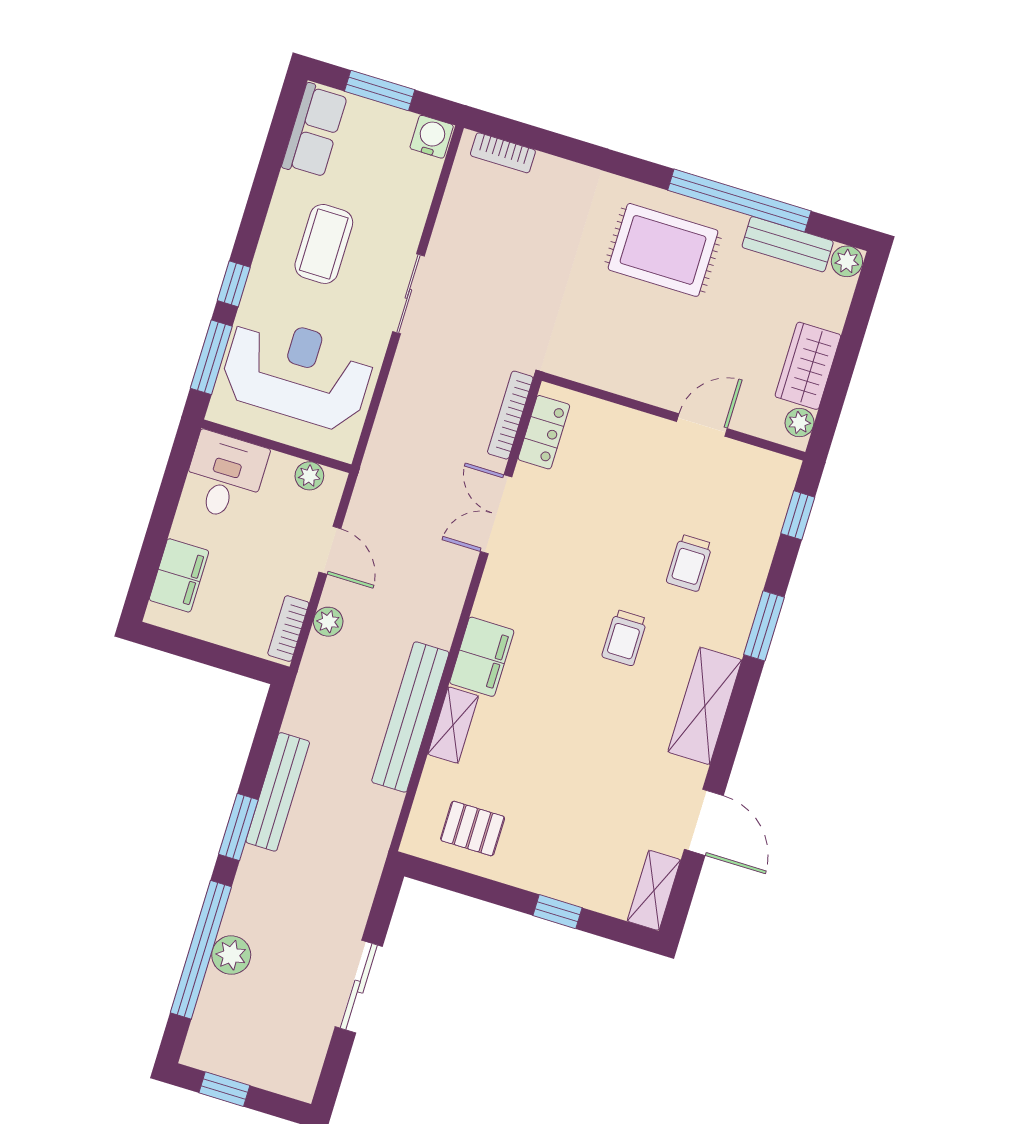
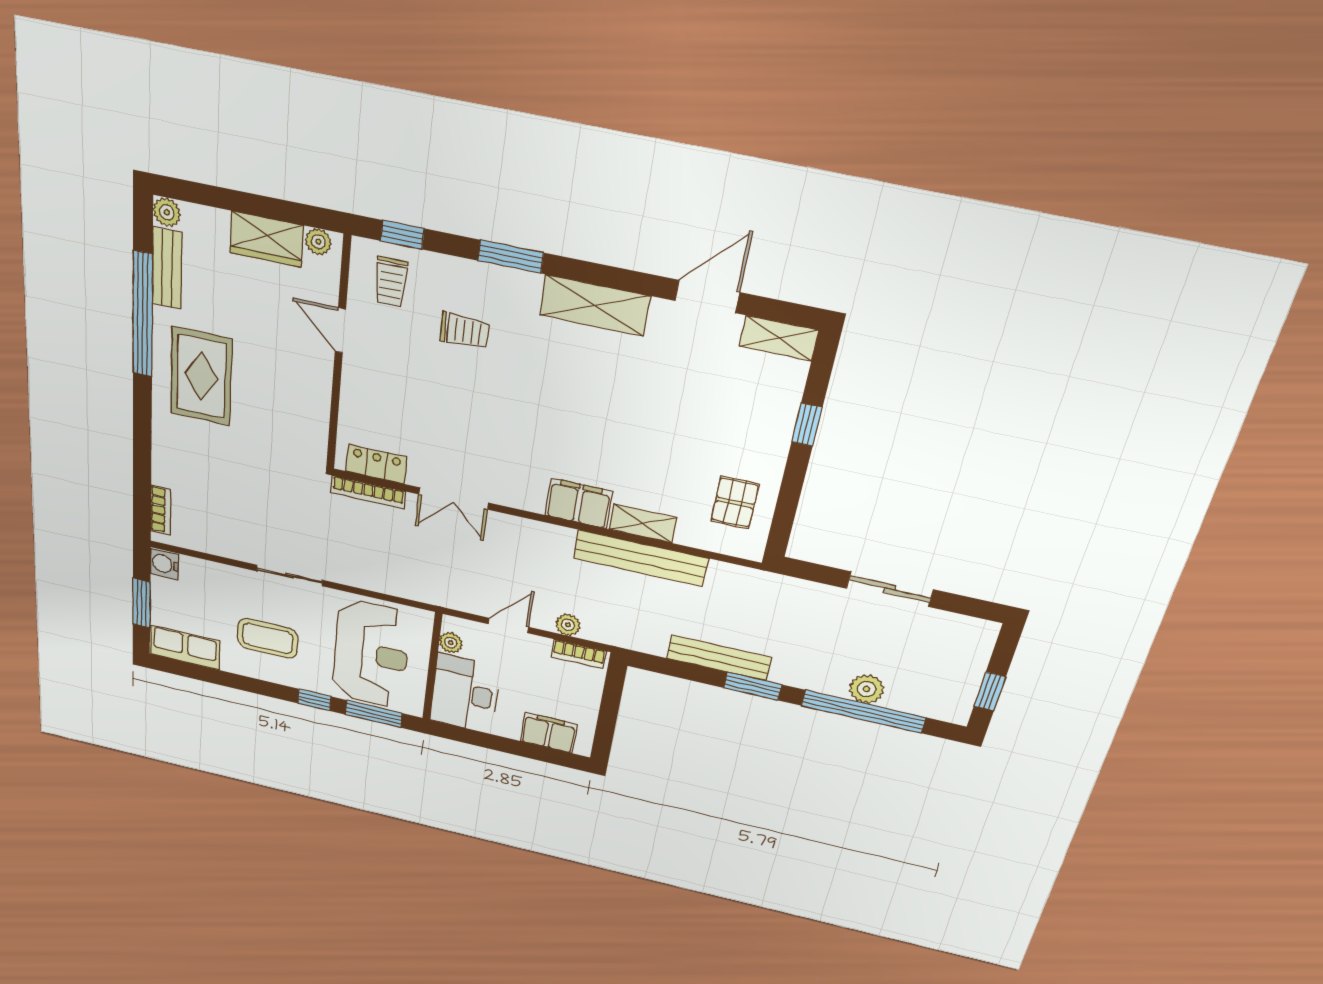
reception desk: (297, 372) -> (371, 654), turned 180
desk: (225, 476) -> (465, 694), width x1.37
trolley: (624, 638) -> (391, 282), moved, turned 90

